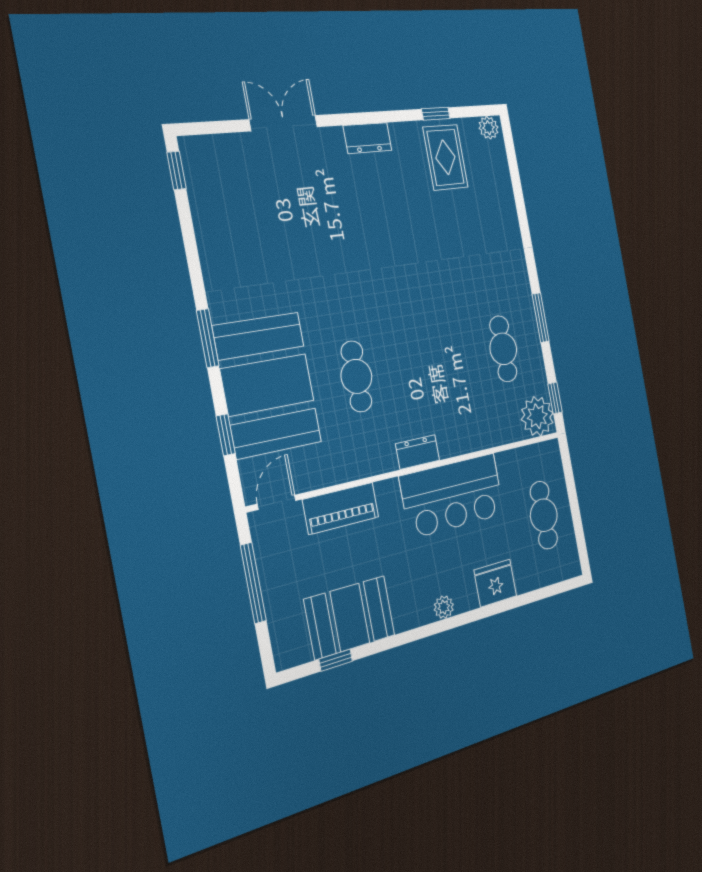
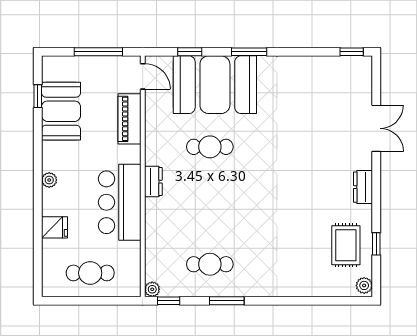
rug: (445, 157) -> (346, 245), turned 90
plant: (537, 416) -> (152, 289), width x0.53, depth x0.53
fridge: (495, 583) -> (54, 227), width x0.72

